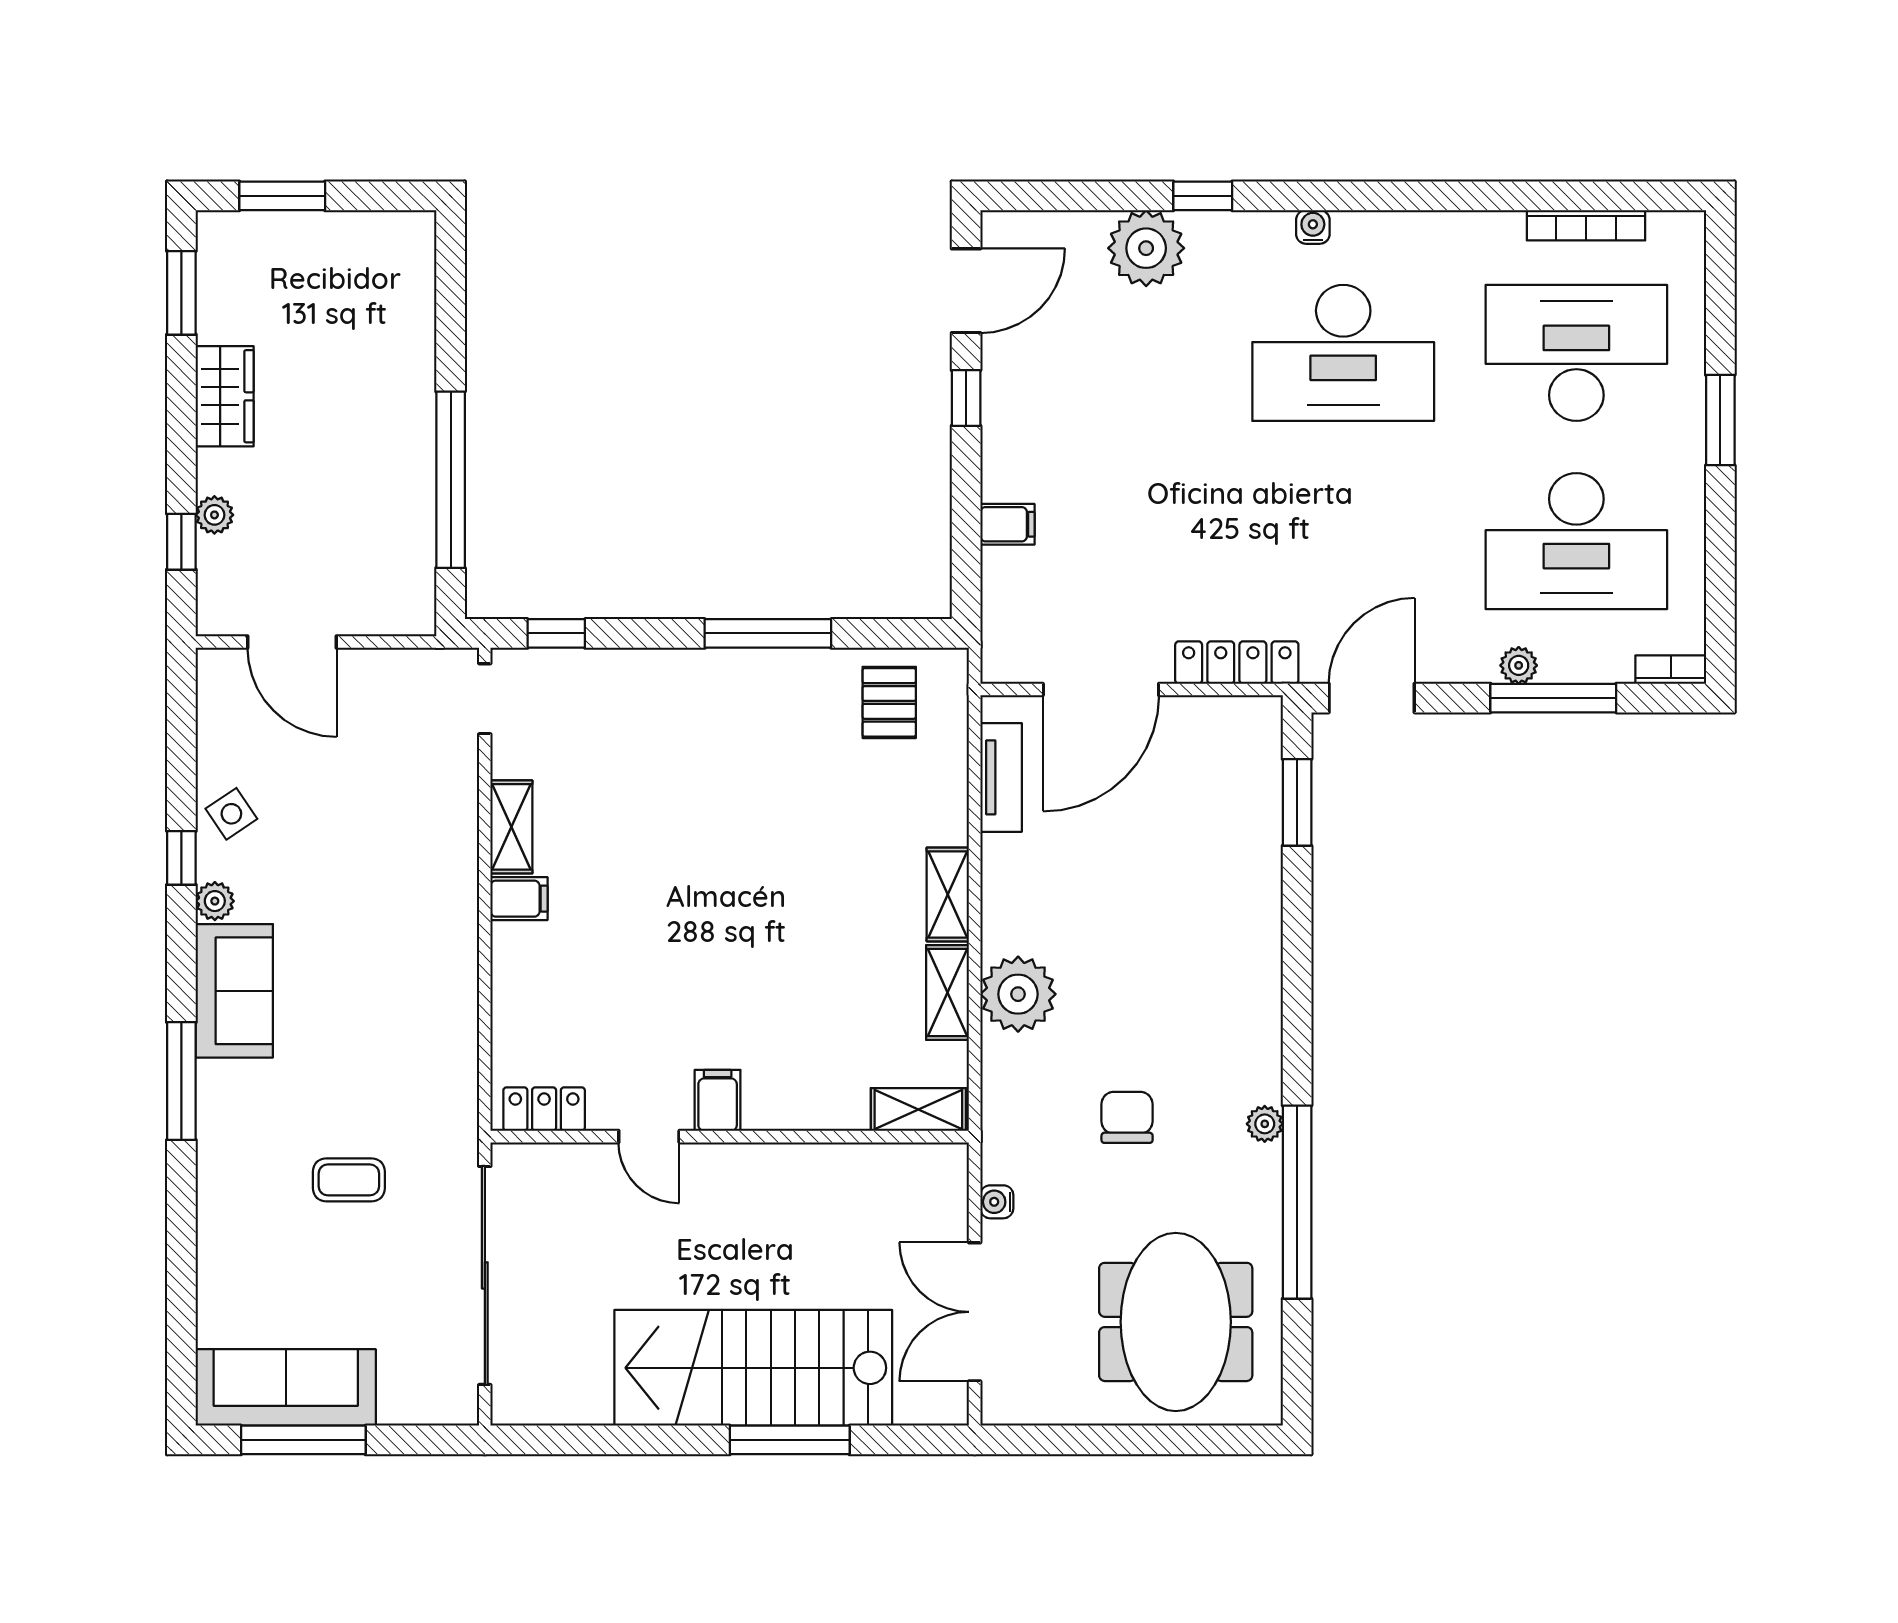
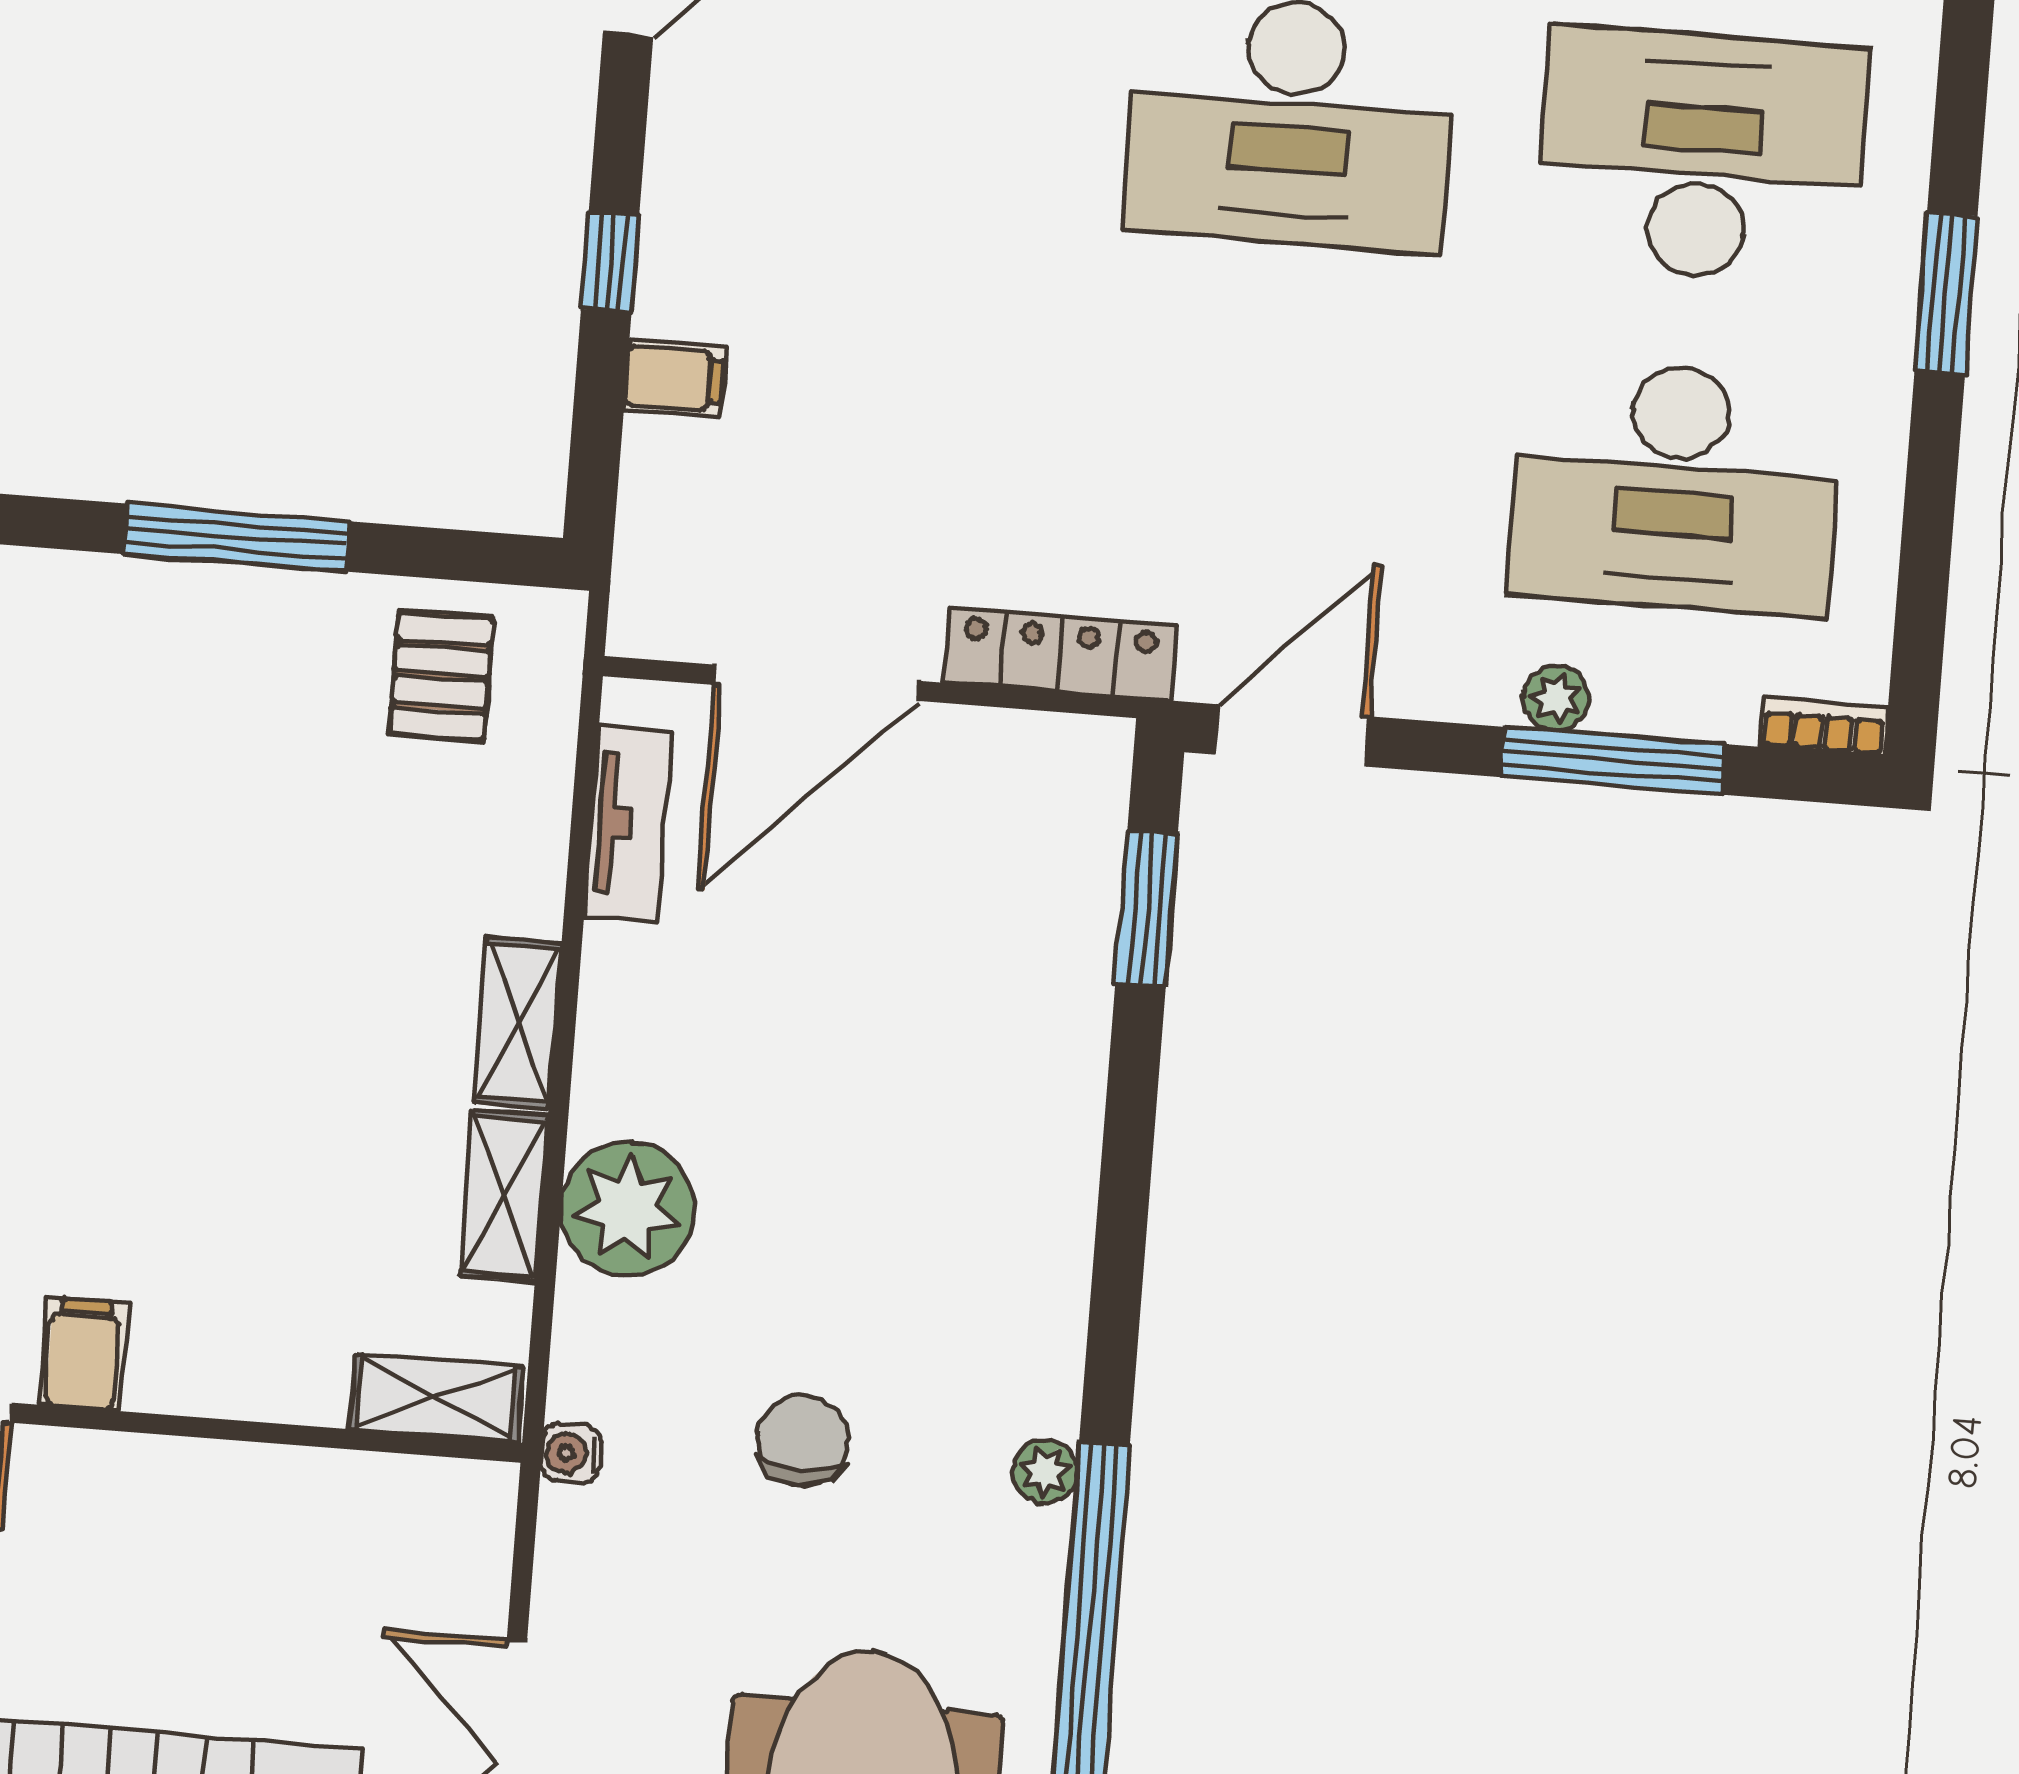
window: (966, 398) -> (610, 262), moved
water cooler: (997, 1202) -> (571, 1453), moved

